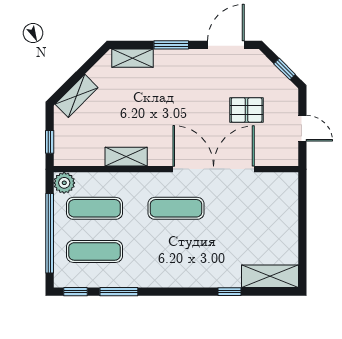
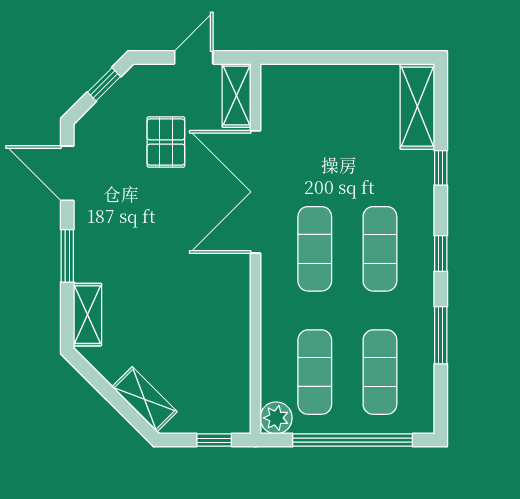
shelving: (126, 157) -> (237, 95), moved
exercise mat: (176, 251) -> (380, 249), added
window: (75, 292) -> (441, 254), moved

